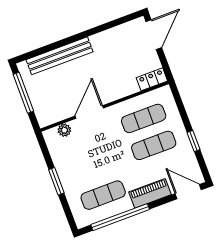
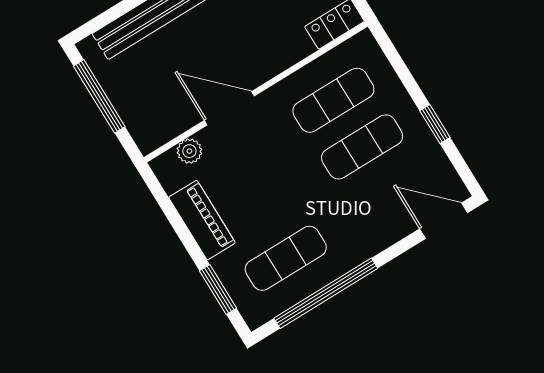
door: (89, 112) -> (229, 108), hinge flipped
window: (56, 181) -> (218, 289), moved
piano: (150, 193) -> (202, 220), moved, turned 90

